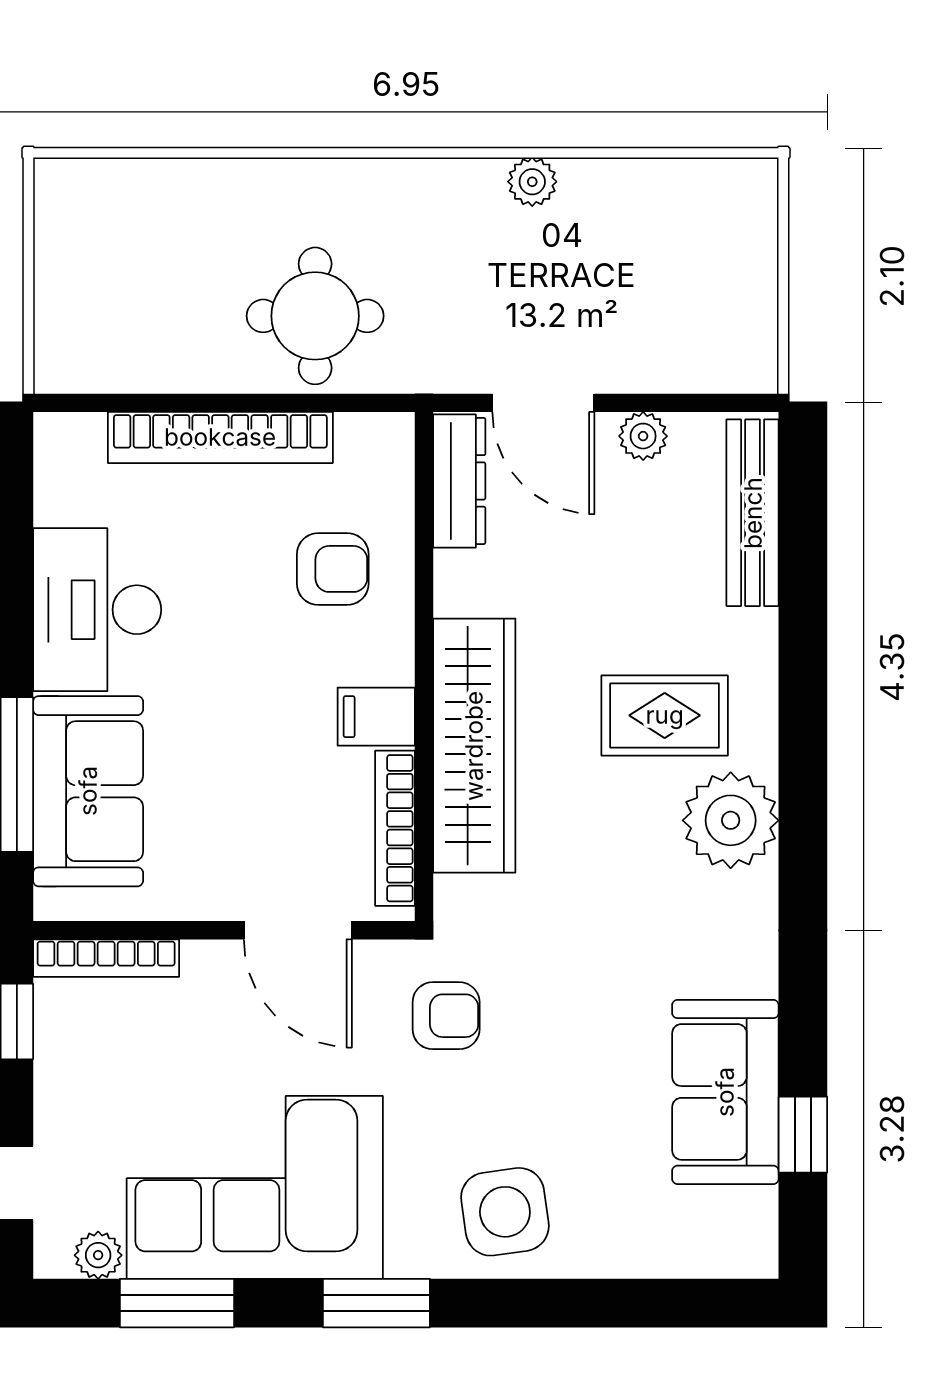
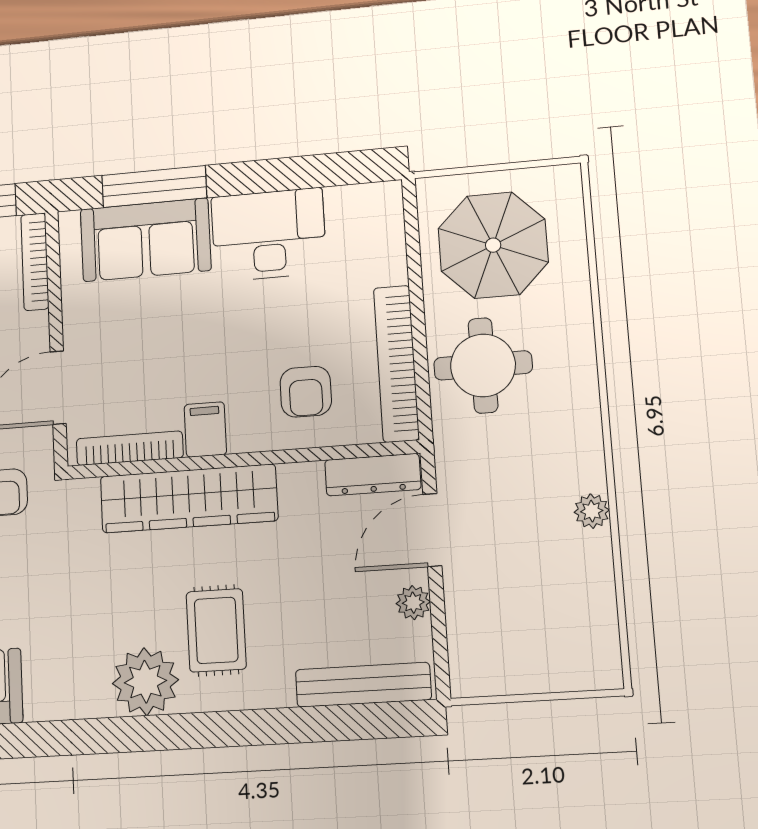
parasol: (142, 289) -> (493, 245), added
bookcase: (220, 437) -> (396, 364), moved

